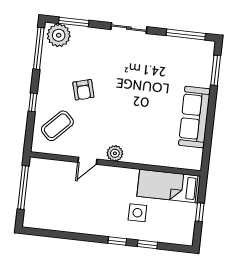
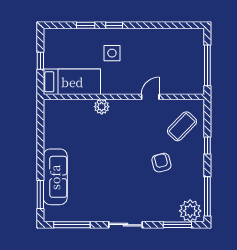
sofa: (194, 117) -> (55, 177), moved
plant: (115, 153) -> (102, 107), moved
side table: (137, 213) -> (112, 53), moved

